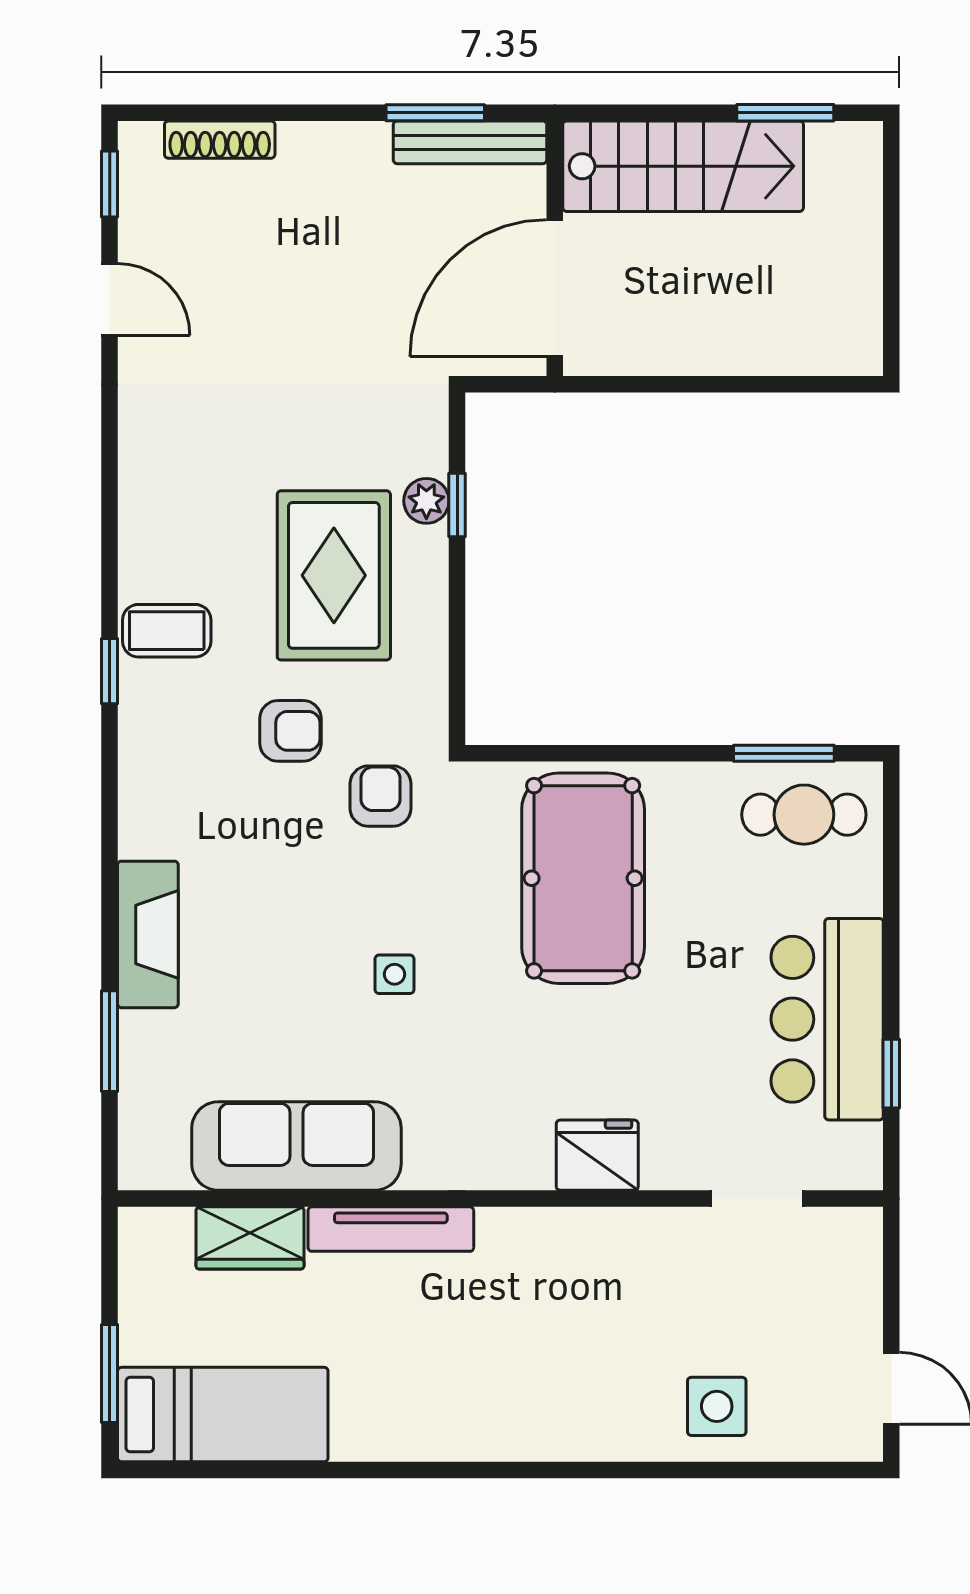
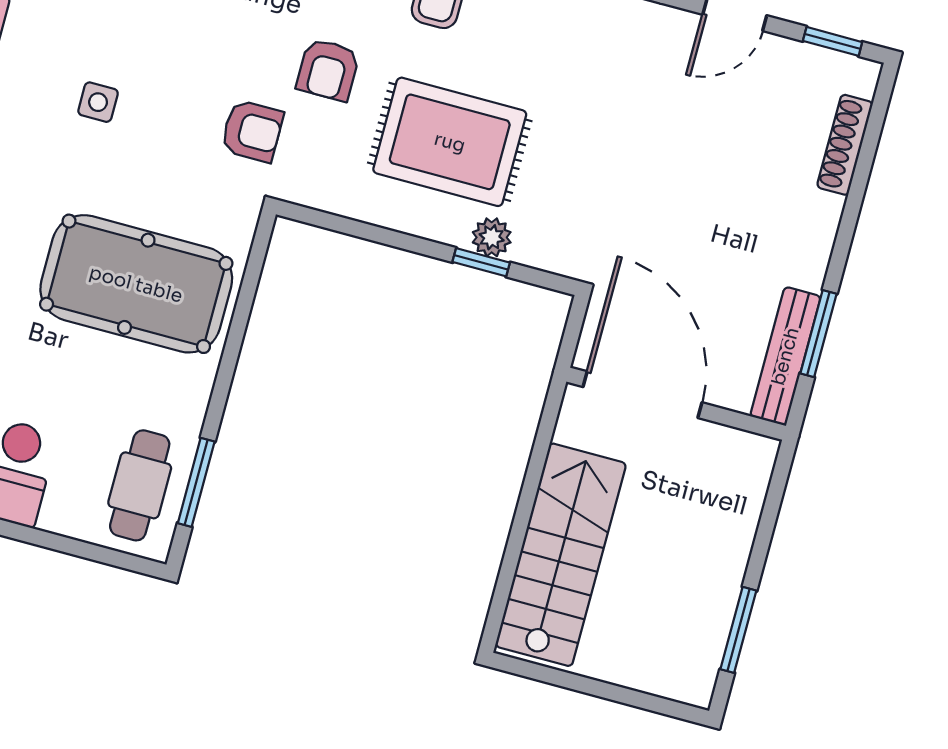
stairs: (683, 166) -> (561, 555), moved, turned 180

